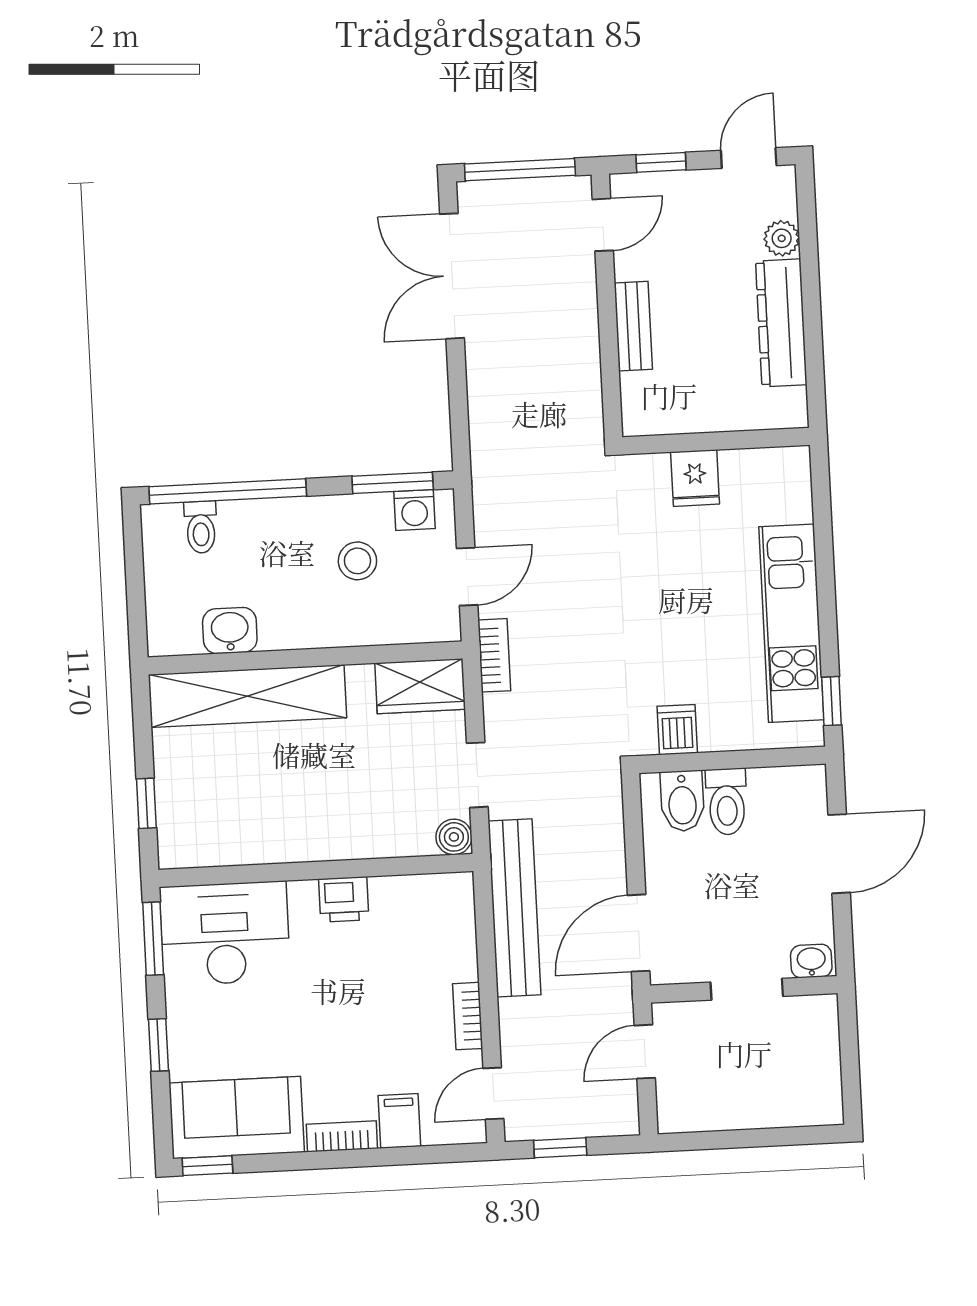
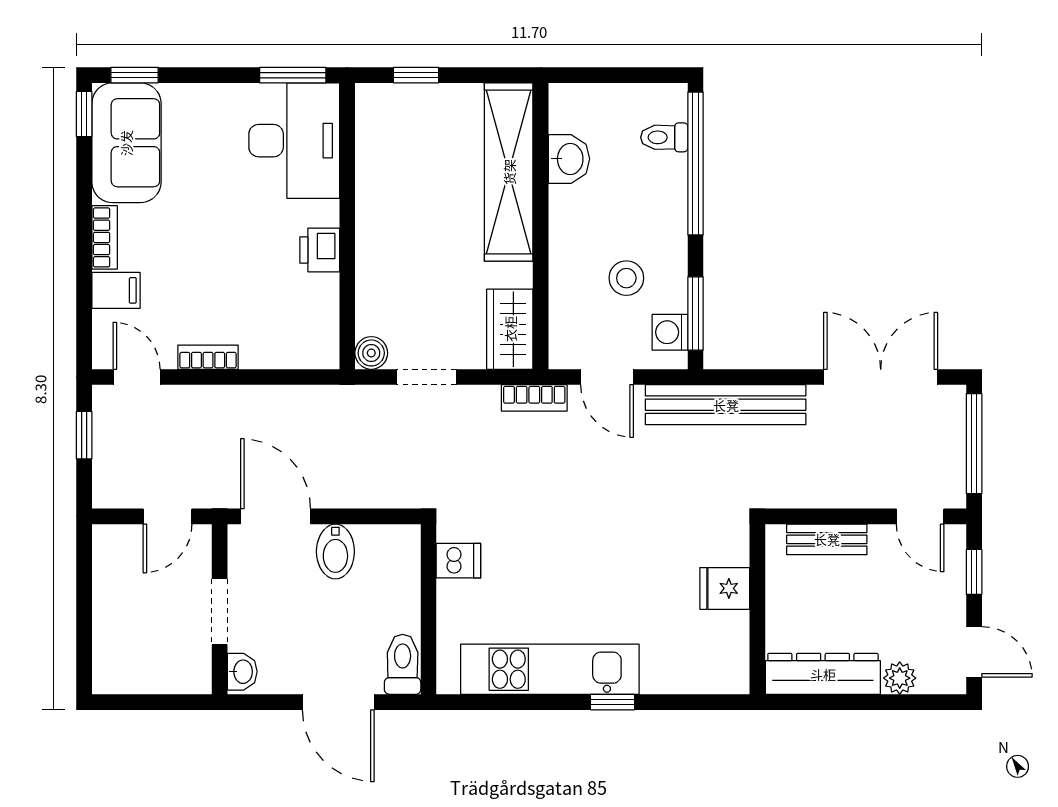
wall: (716, 441) -> (757, 609), moved
fridge: (695, 478) -> (725, 588), moved
window: (832, 701) -> (612, 702), moved
bidet: (682, 801) -> (335, 551), moved, turned -90
toilet: (727, 802) -> (403, 664), moved, turned 90
bench: (515, 908) -> (726, 405), moved
window: (159, 1045) -> (135, 75), moved
door: (645, 1052) -> (168, 516), swing flipped

